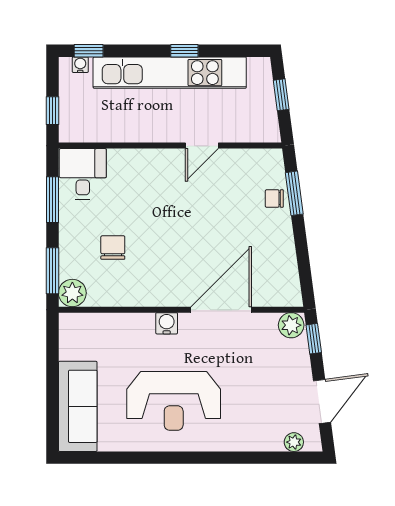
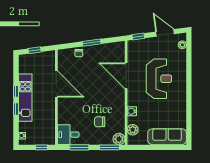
window: (89, 51) -> (16, 109), moved
kitchen unit: (170, 73) -> (25, 98), width x0.73
door: (202, 146) -> (56, 84), width x1.87
window: (294, 193) -> (92, 43), moved
water cooler: (167, 323) -> (132, 111), moved
plant: (291, 325) -> (133, 130), moved
reception desk: (174, 401) -> (159, 79), moved

